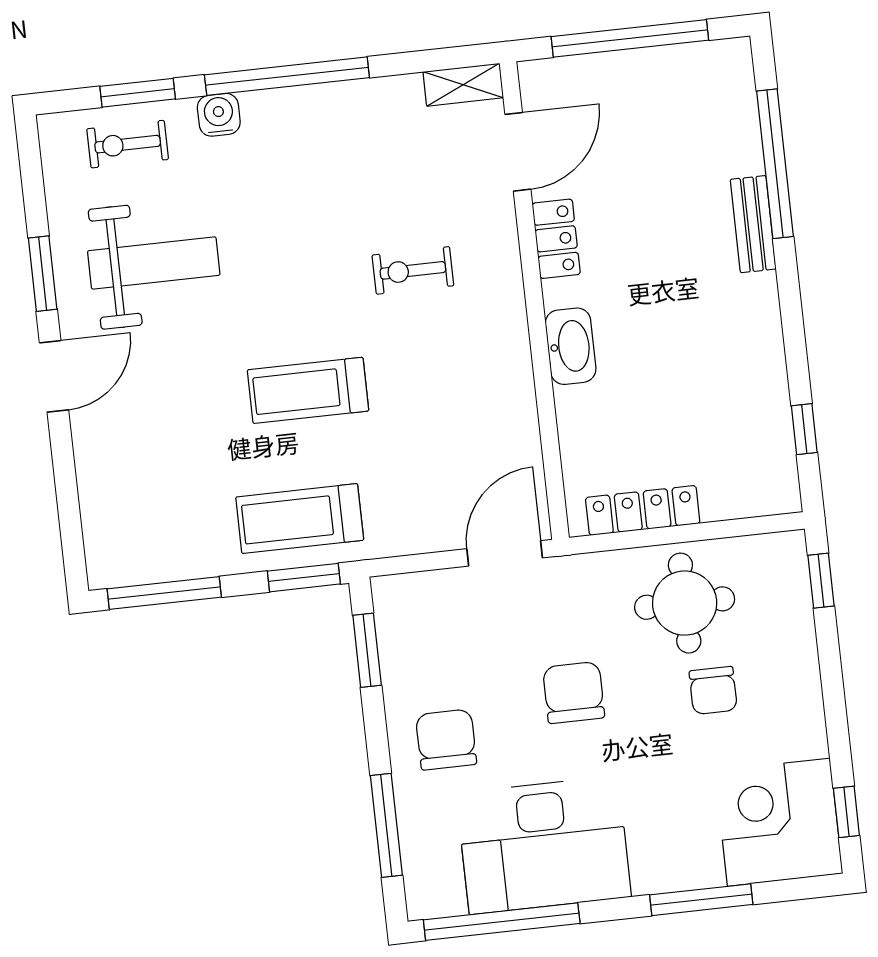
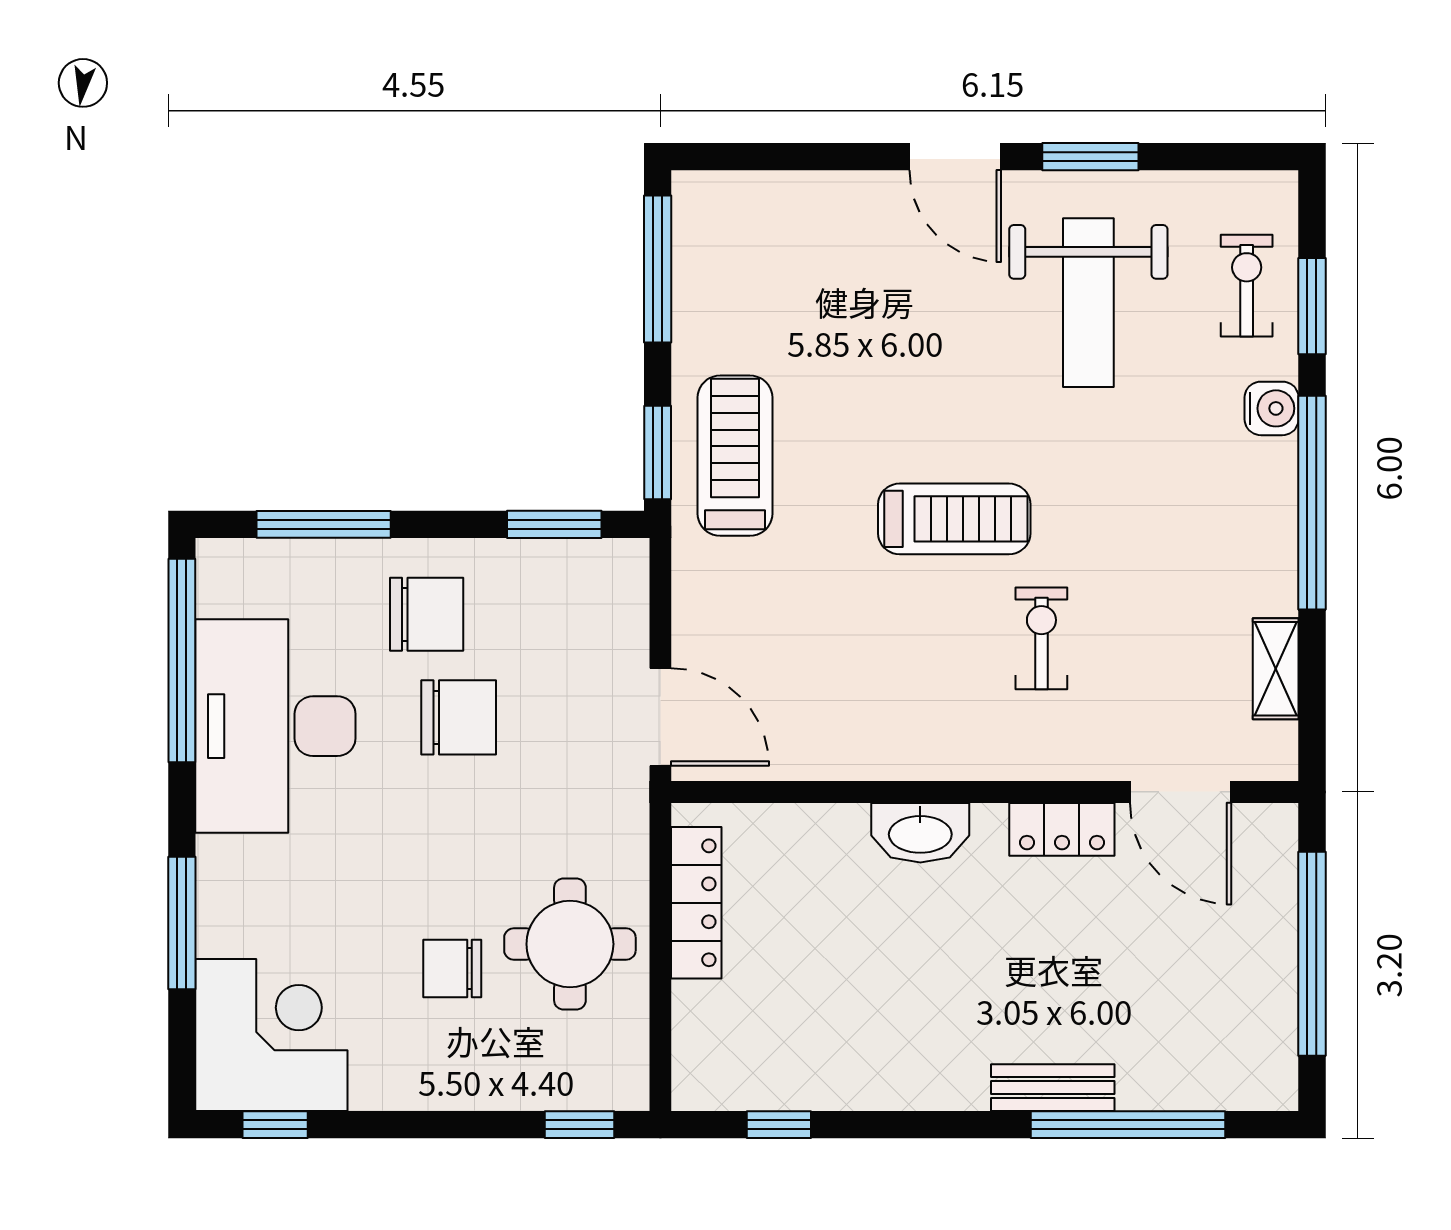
shelving: (463, 85) -> (1276, 669), moved
treadmill: (308, 390) -> (954, 519), moved, turned 90
chair: (574, 693) -> (459, 717), moved

